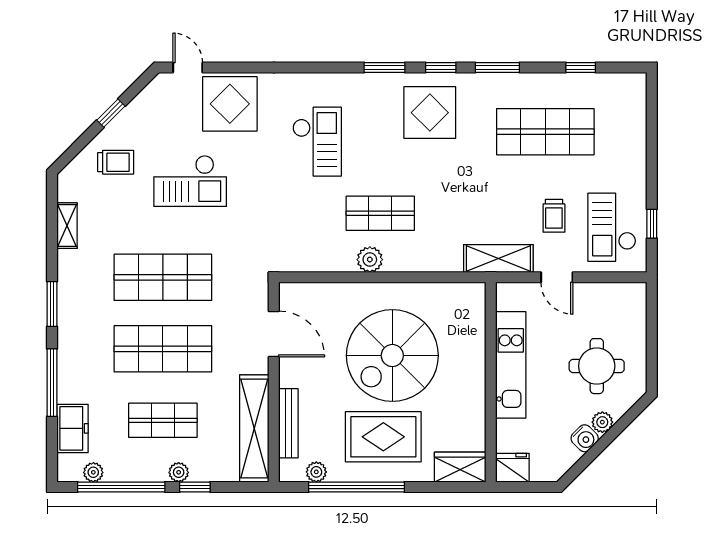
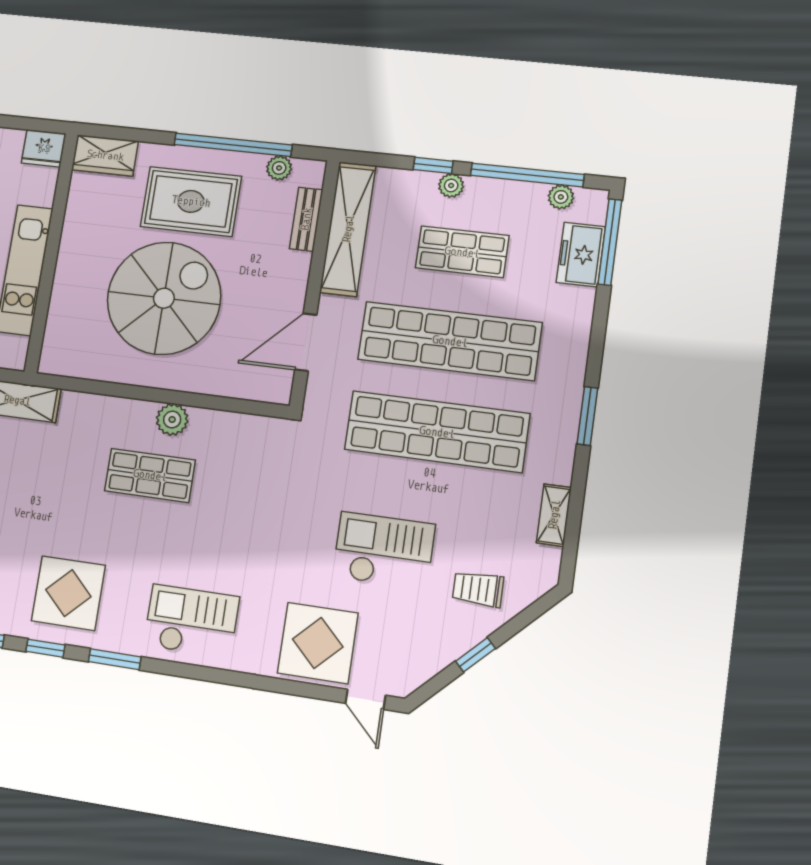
checkout: (317, 142) -> (191, 621), moved, turned 90
shop shelf: (163, 277) -> (437, 432), width x1.40
door: (274, 334) -> (306, 342), hinge flipped
shop shelf: (163, 349) -> (450, 341), width x1.40
window: (52, 383) -> (610, 242), moved
bench: (288, 423) -> (306, 219), width x0.73

